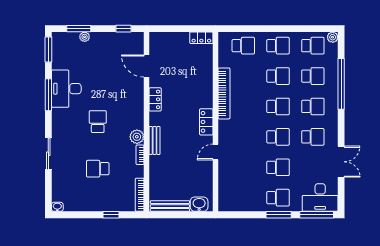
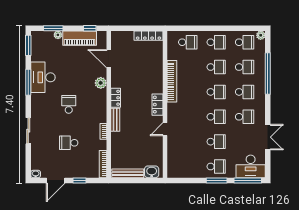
locker: (201, 38) -> (148, 36), width x1.53
piano: (111, 41) -> (80, 38), added
locker: (155, 99) -> (116, 98), moved
plant: (137, 137) -> (101, 83), moved
door: (82, 215) -> (56, 180), added

